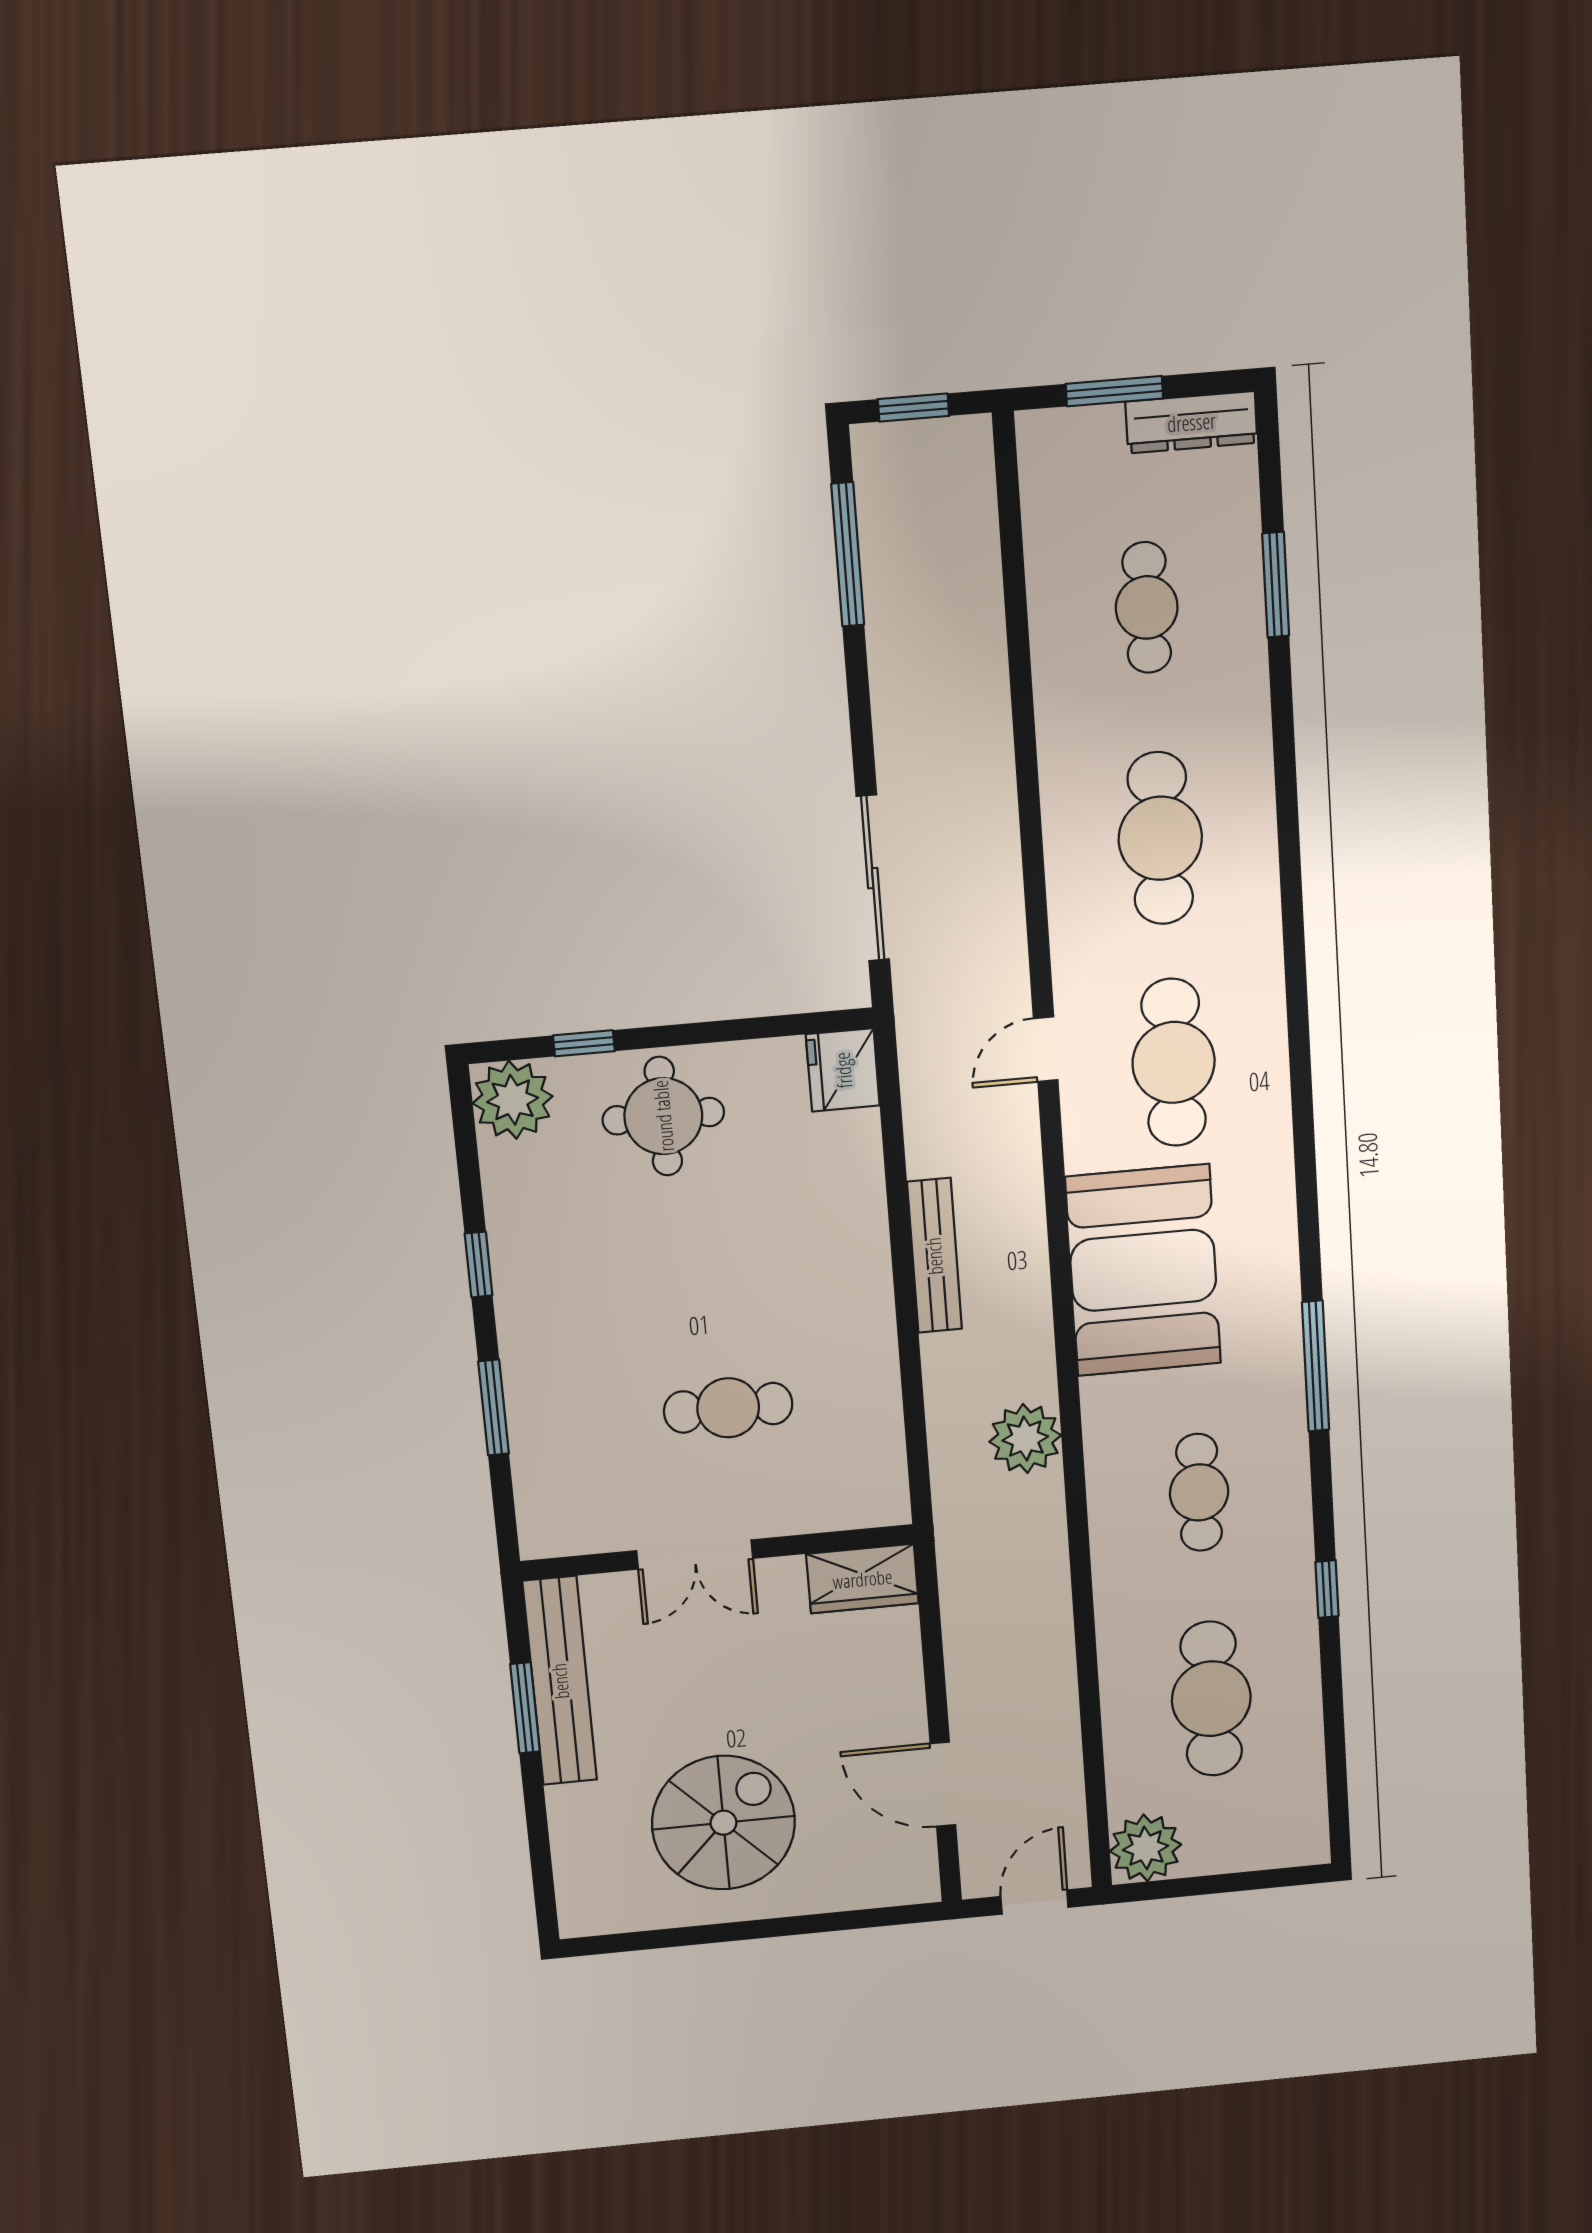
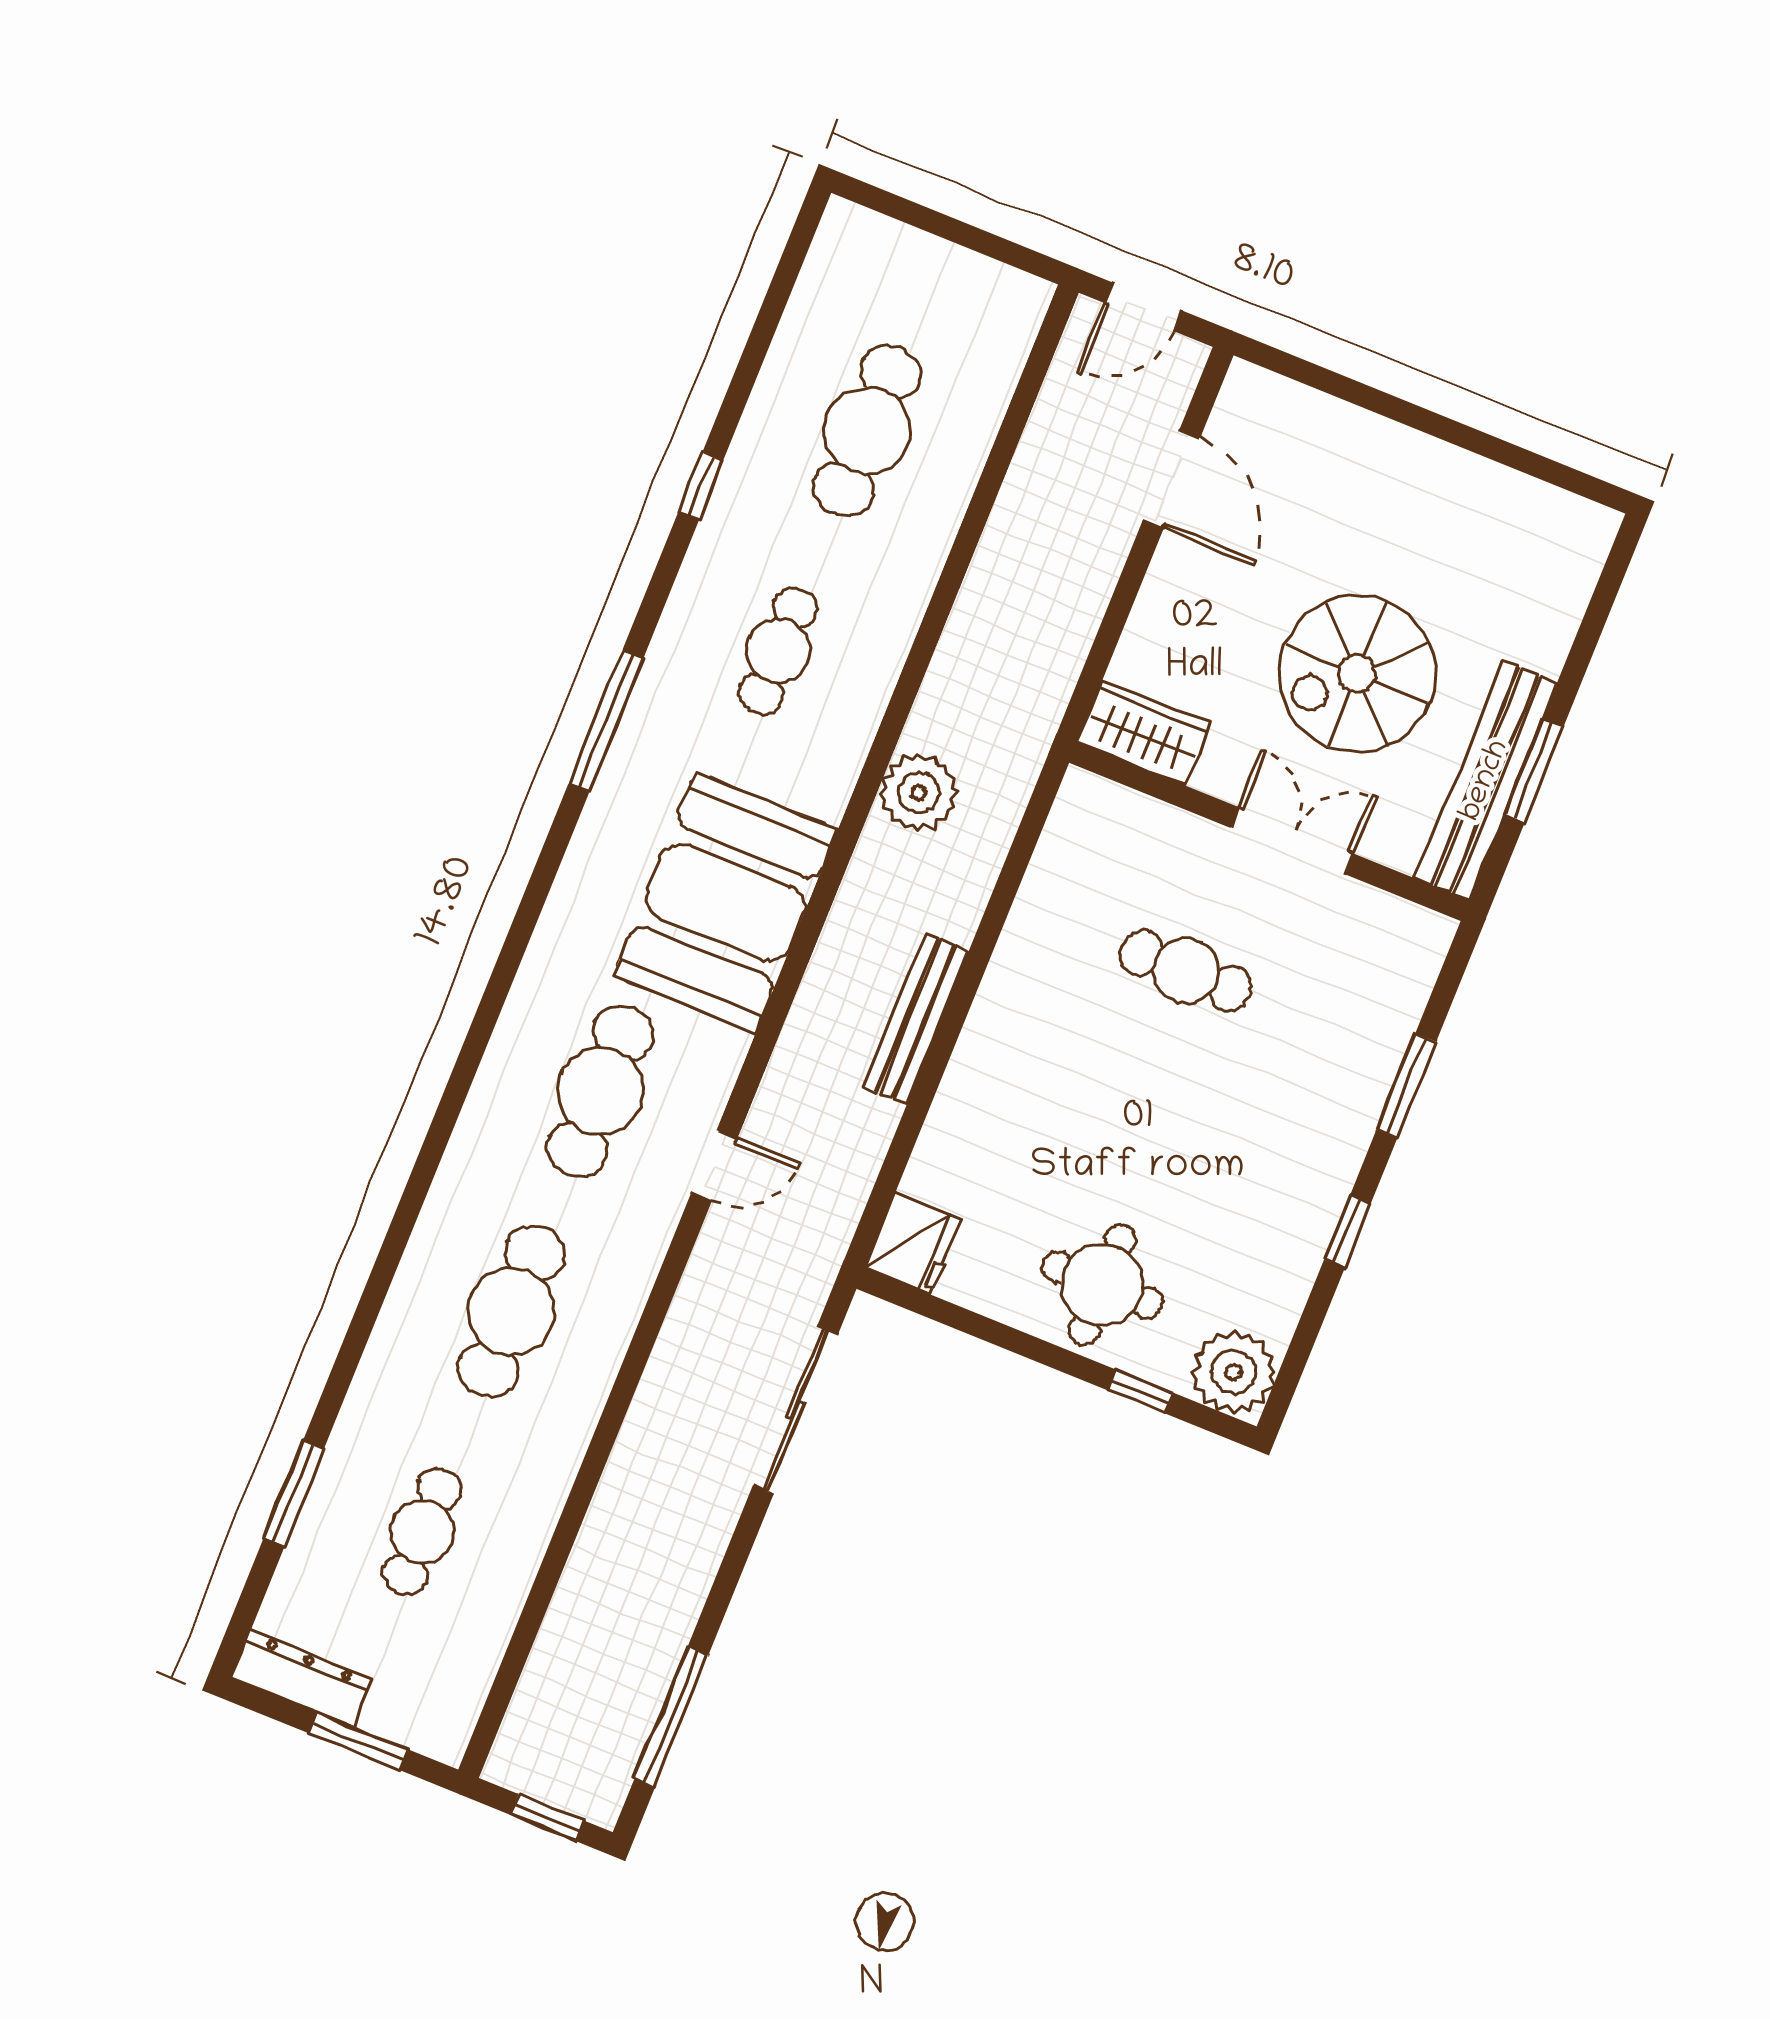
spiral stairs: (723, 1823) -> (1357, 674), moved
plant: (1146, 1848) -> (1006, 306), removed

